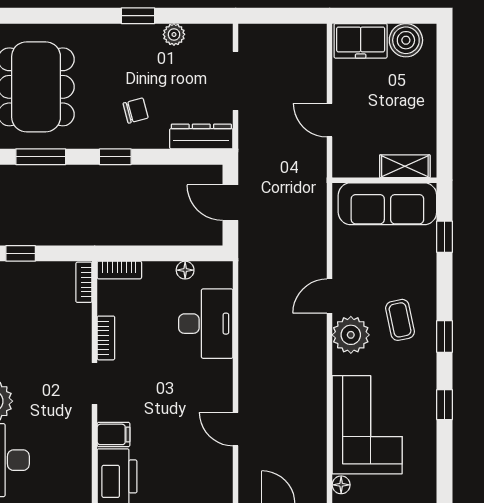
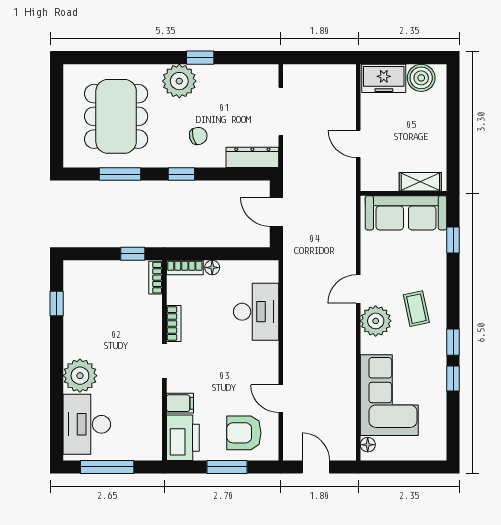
plant: (174, 34) -> (179, 81), moved, width x1.88, depth x1.88
window: (21, 253) -> (133, 254), moved
floor lamp: (185, 270) -> (212, 268), moved
window: (444, 336) -> (453, 342), moved
armchair: (191, 470) -> (244, 433), added

